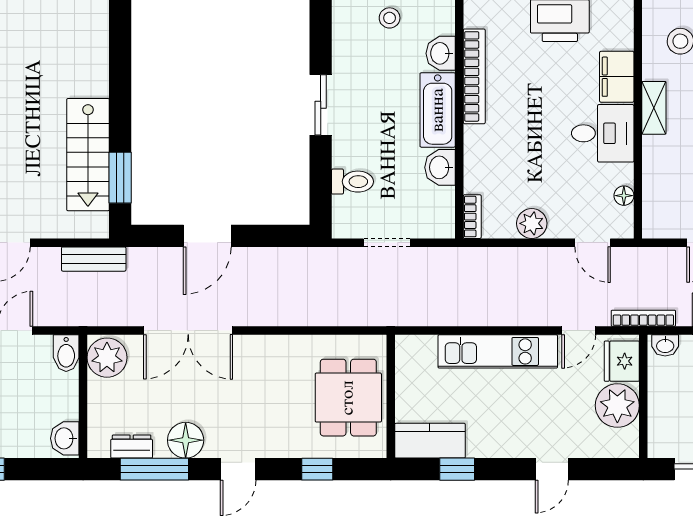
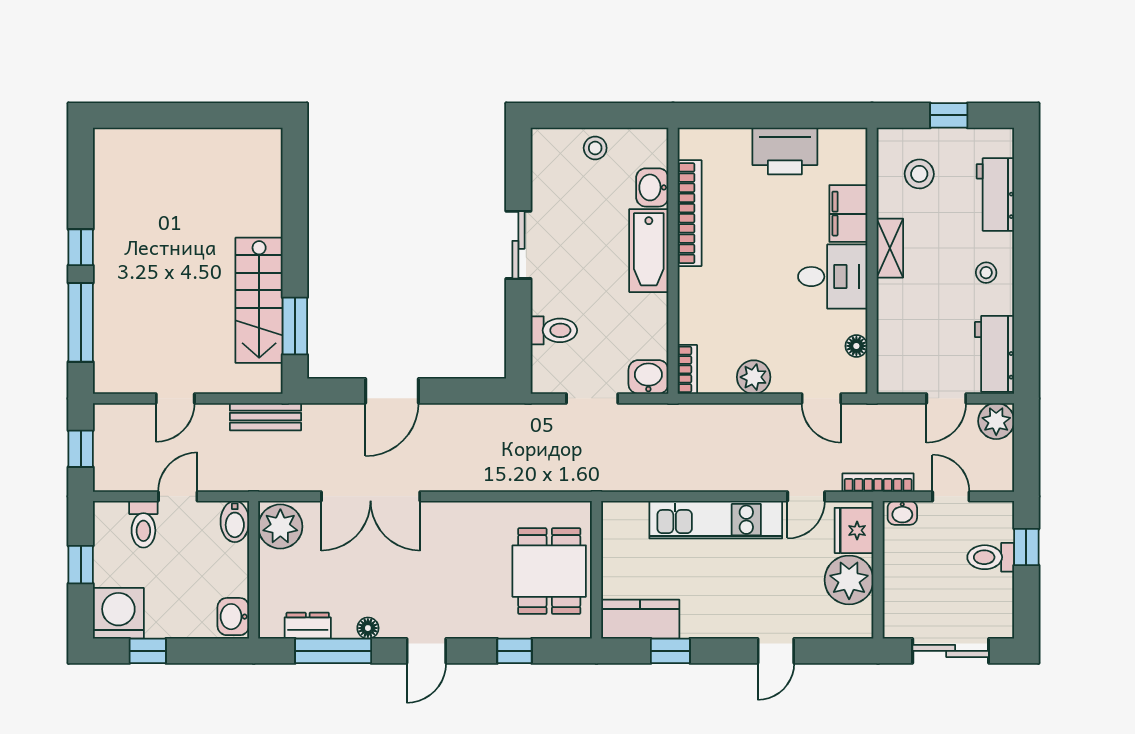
washbasin: (440, 167) -> (648, 377), moved, turned 90
floor lamp: (186, 440) -> (368, 628), width x0.53, depth x0.53

